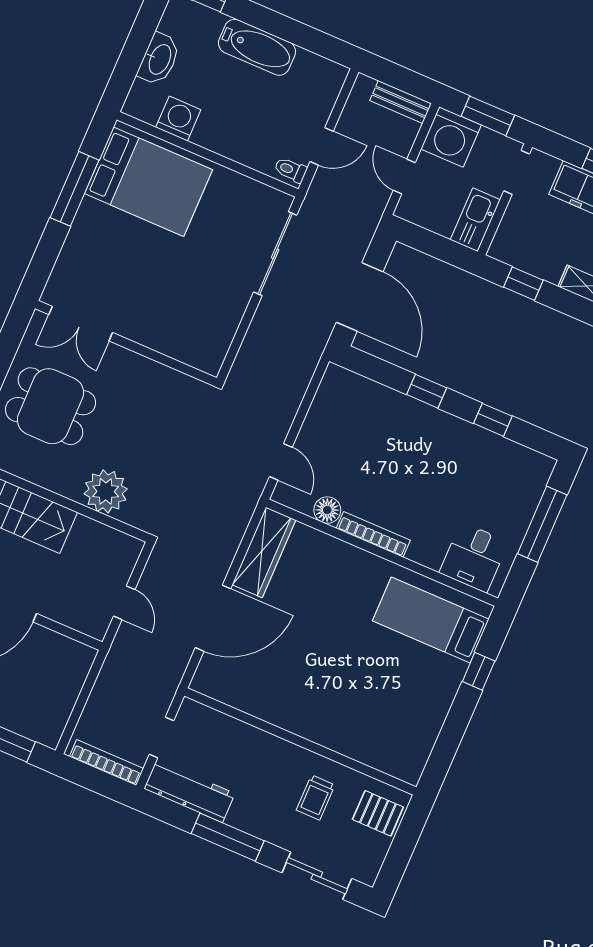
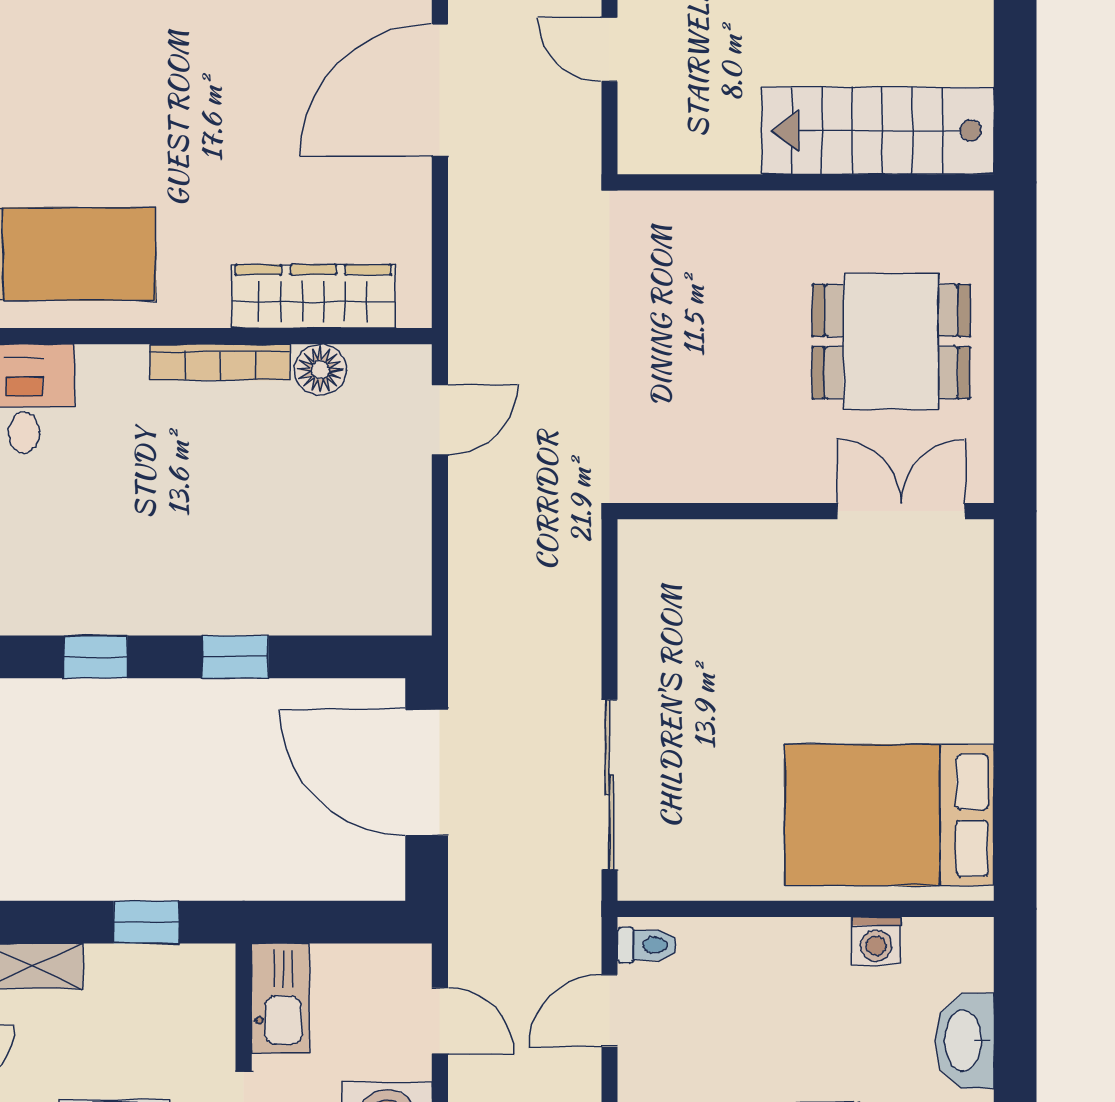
washing machine: (178, 119) -> (876, 941), width x0.73, depth x0.73
window: (75, 189) -> (1015, 746), removed
door: (281, 462) -> (440, 420), swing flipped
plant: (106, 491) -> (728, 233), removed
wardrobe: (264, 552) -> (313, 296), moved, turned 90

